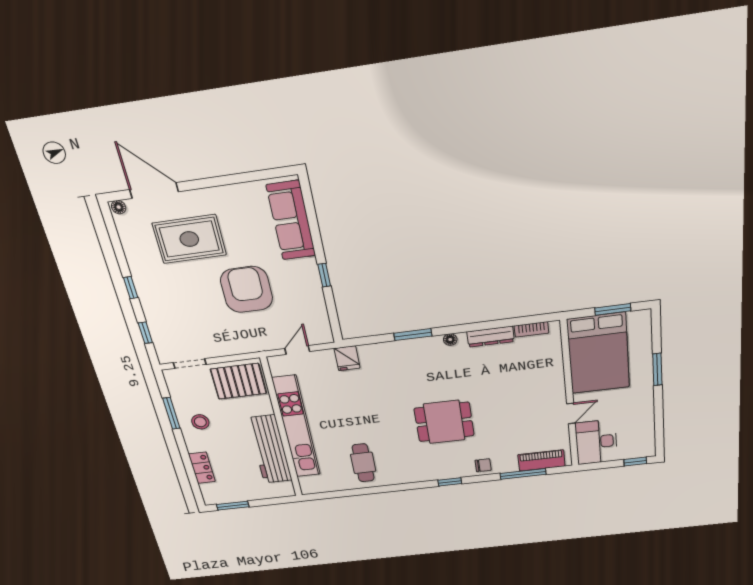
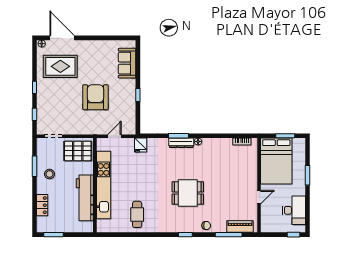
sofa: (291, 221) -> (127, 63), width x0.73
rug: (189, 239) -> (60, 66), moved
dresser: (490, 337) -> (181, 143), moved
desk: (596, 442) -> (294, 210), moved, turned 180

